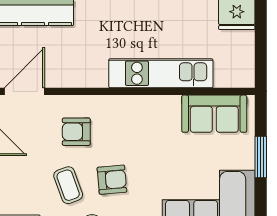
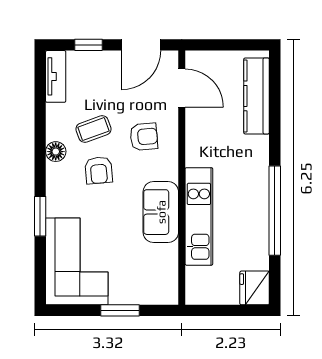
sofa: (214, 114) -> (161, 212), moved
armchair: (76, 132) -> (144, 137), turned 85

